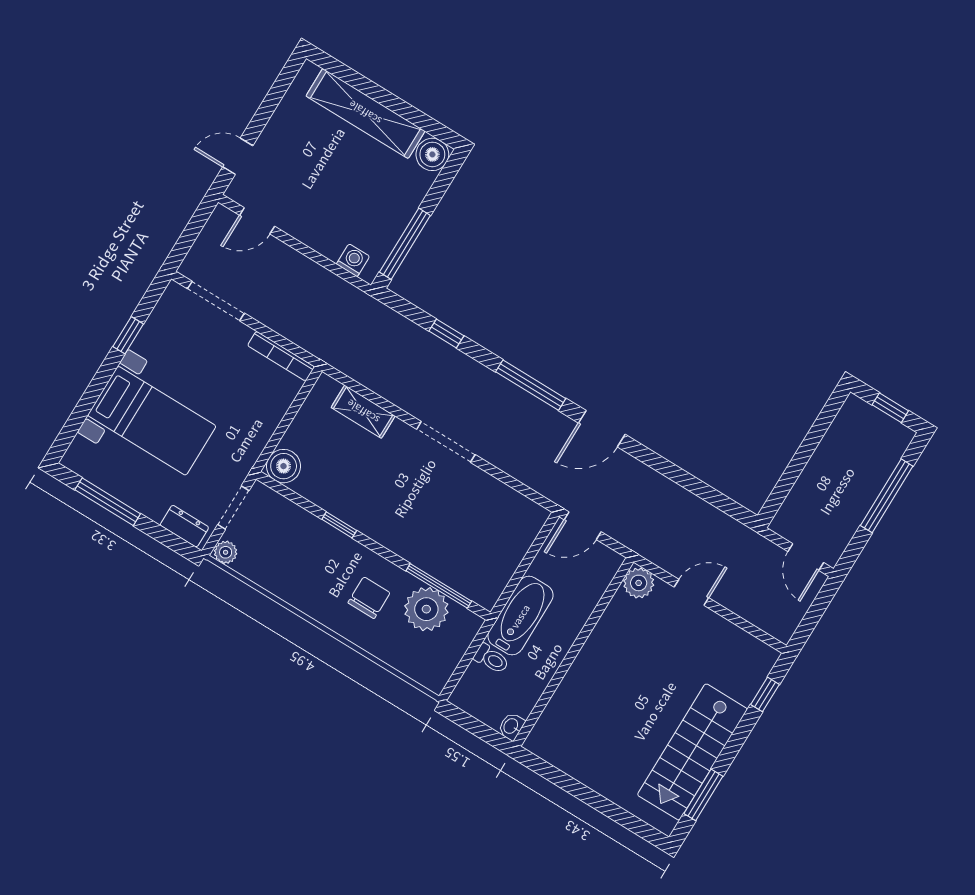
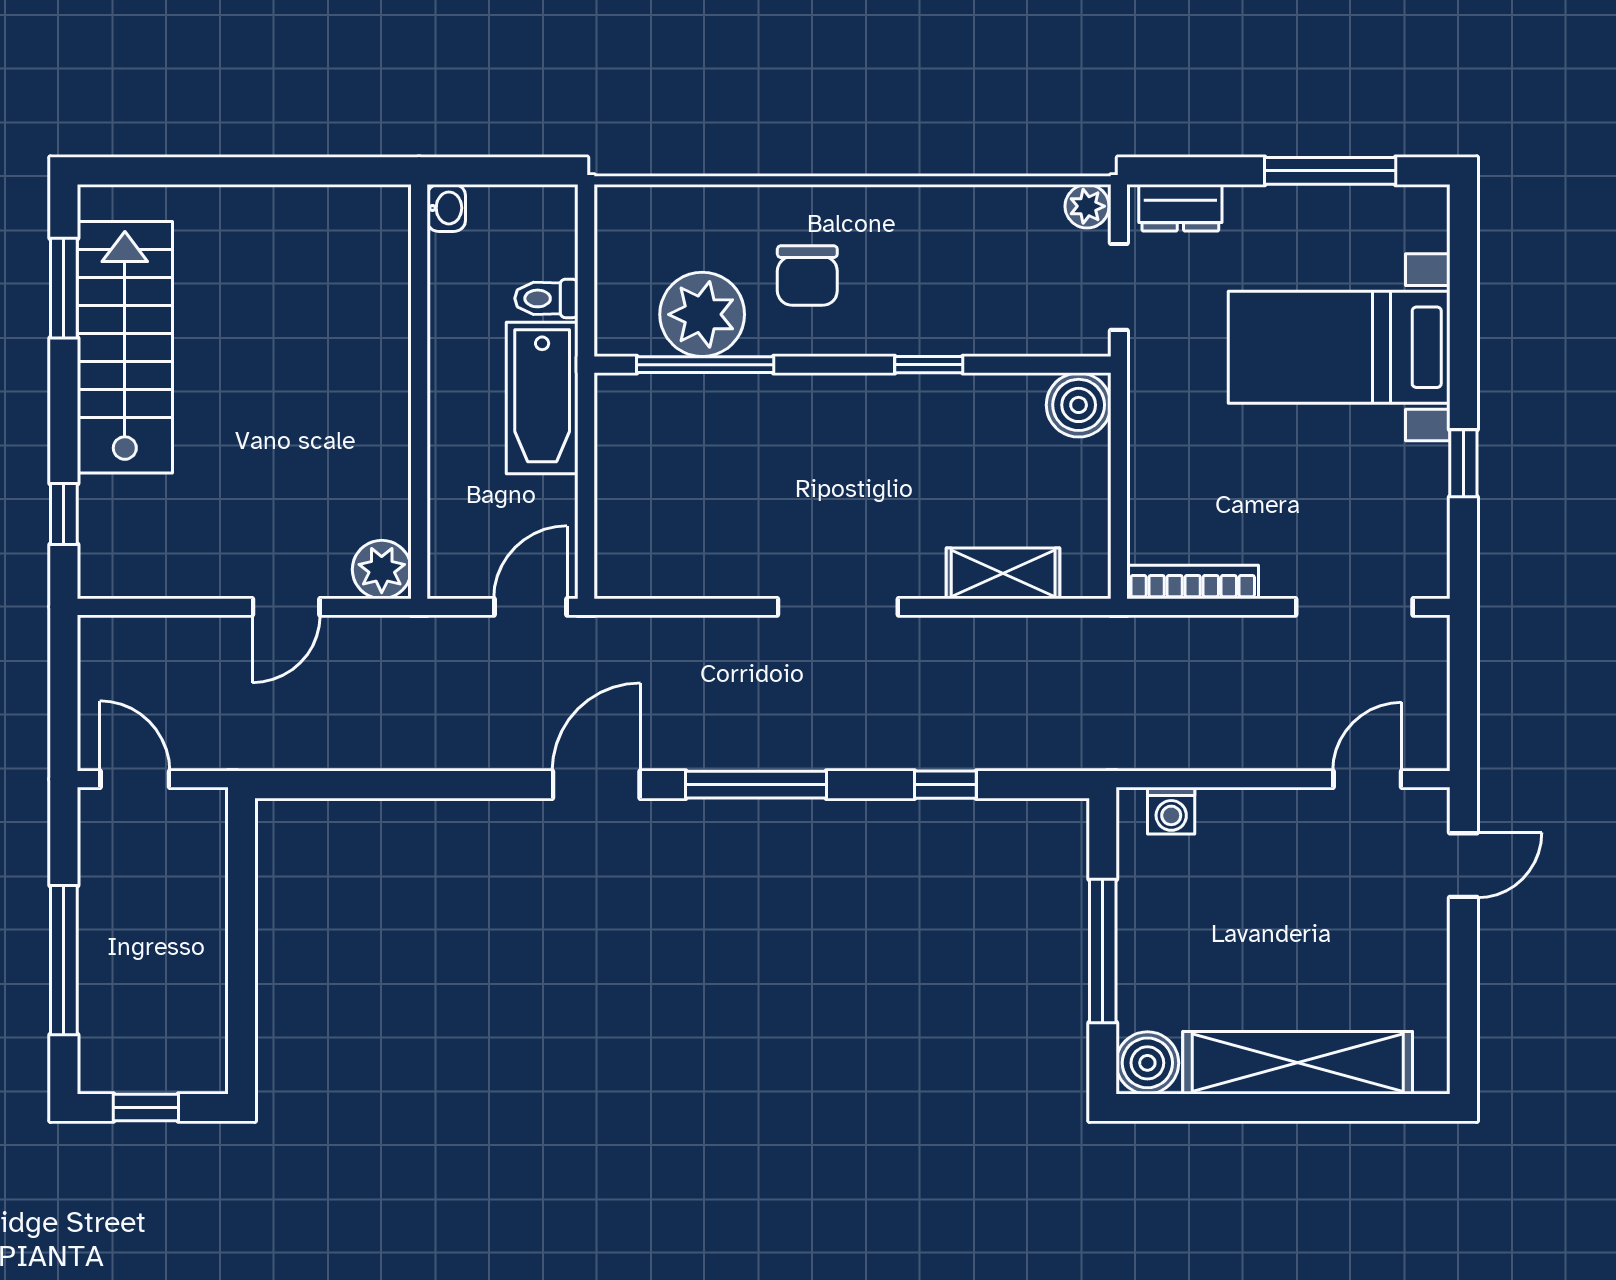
window: (405, 244) -> (1103, 951), moved

